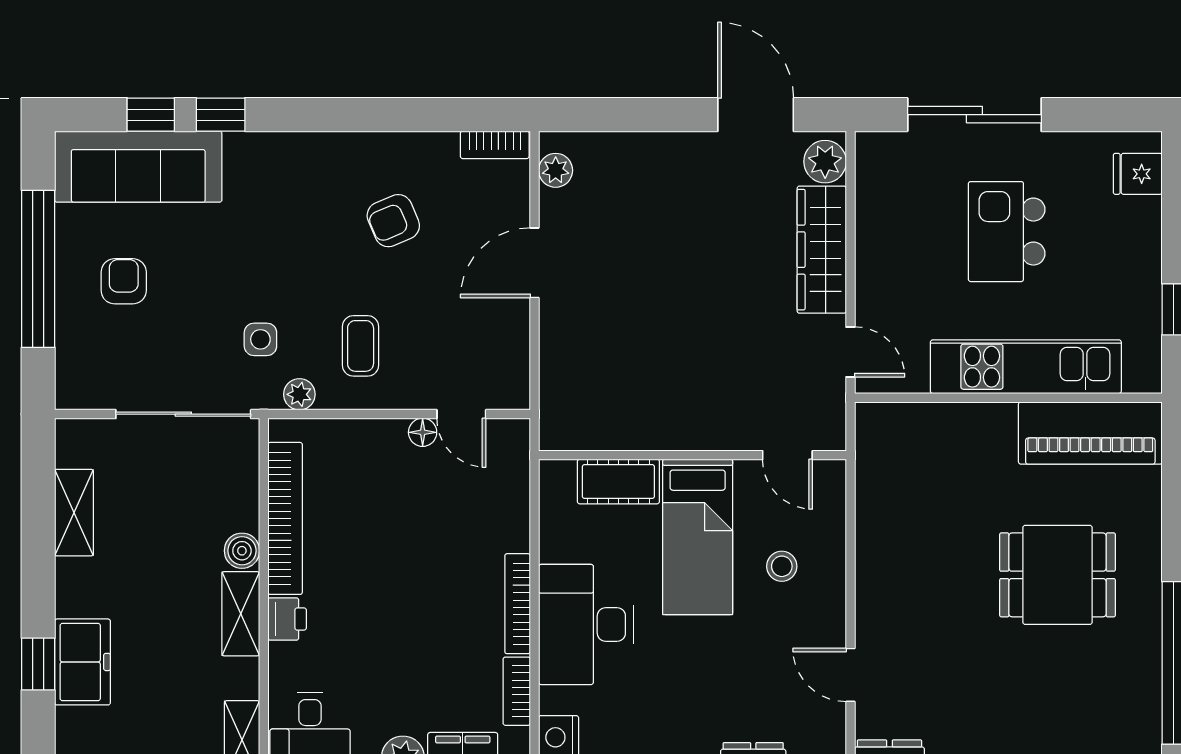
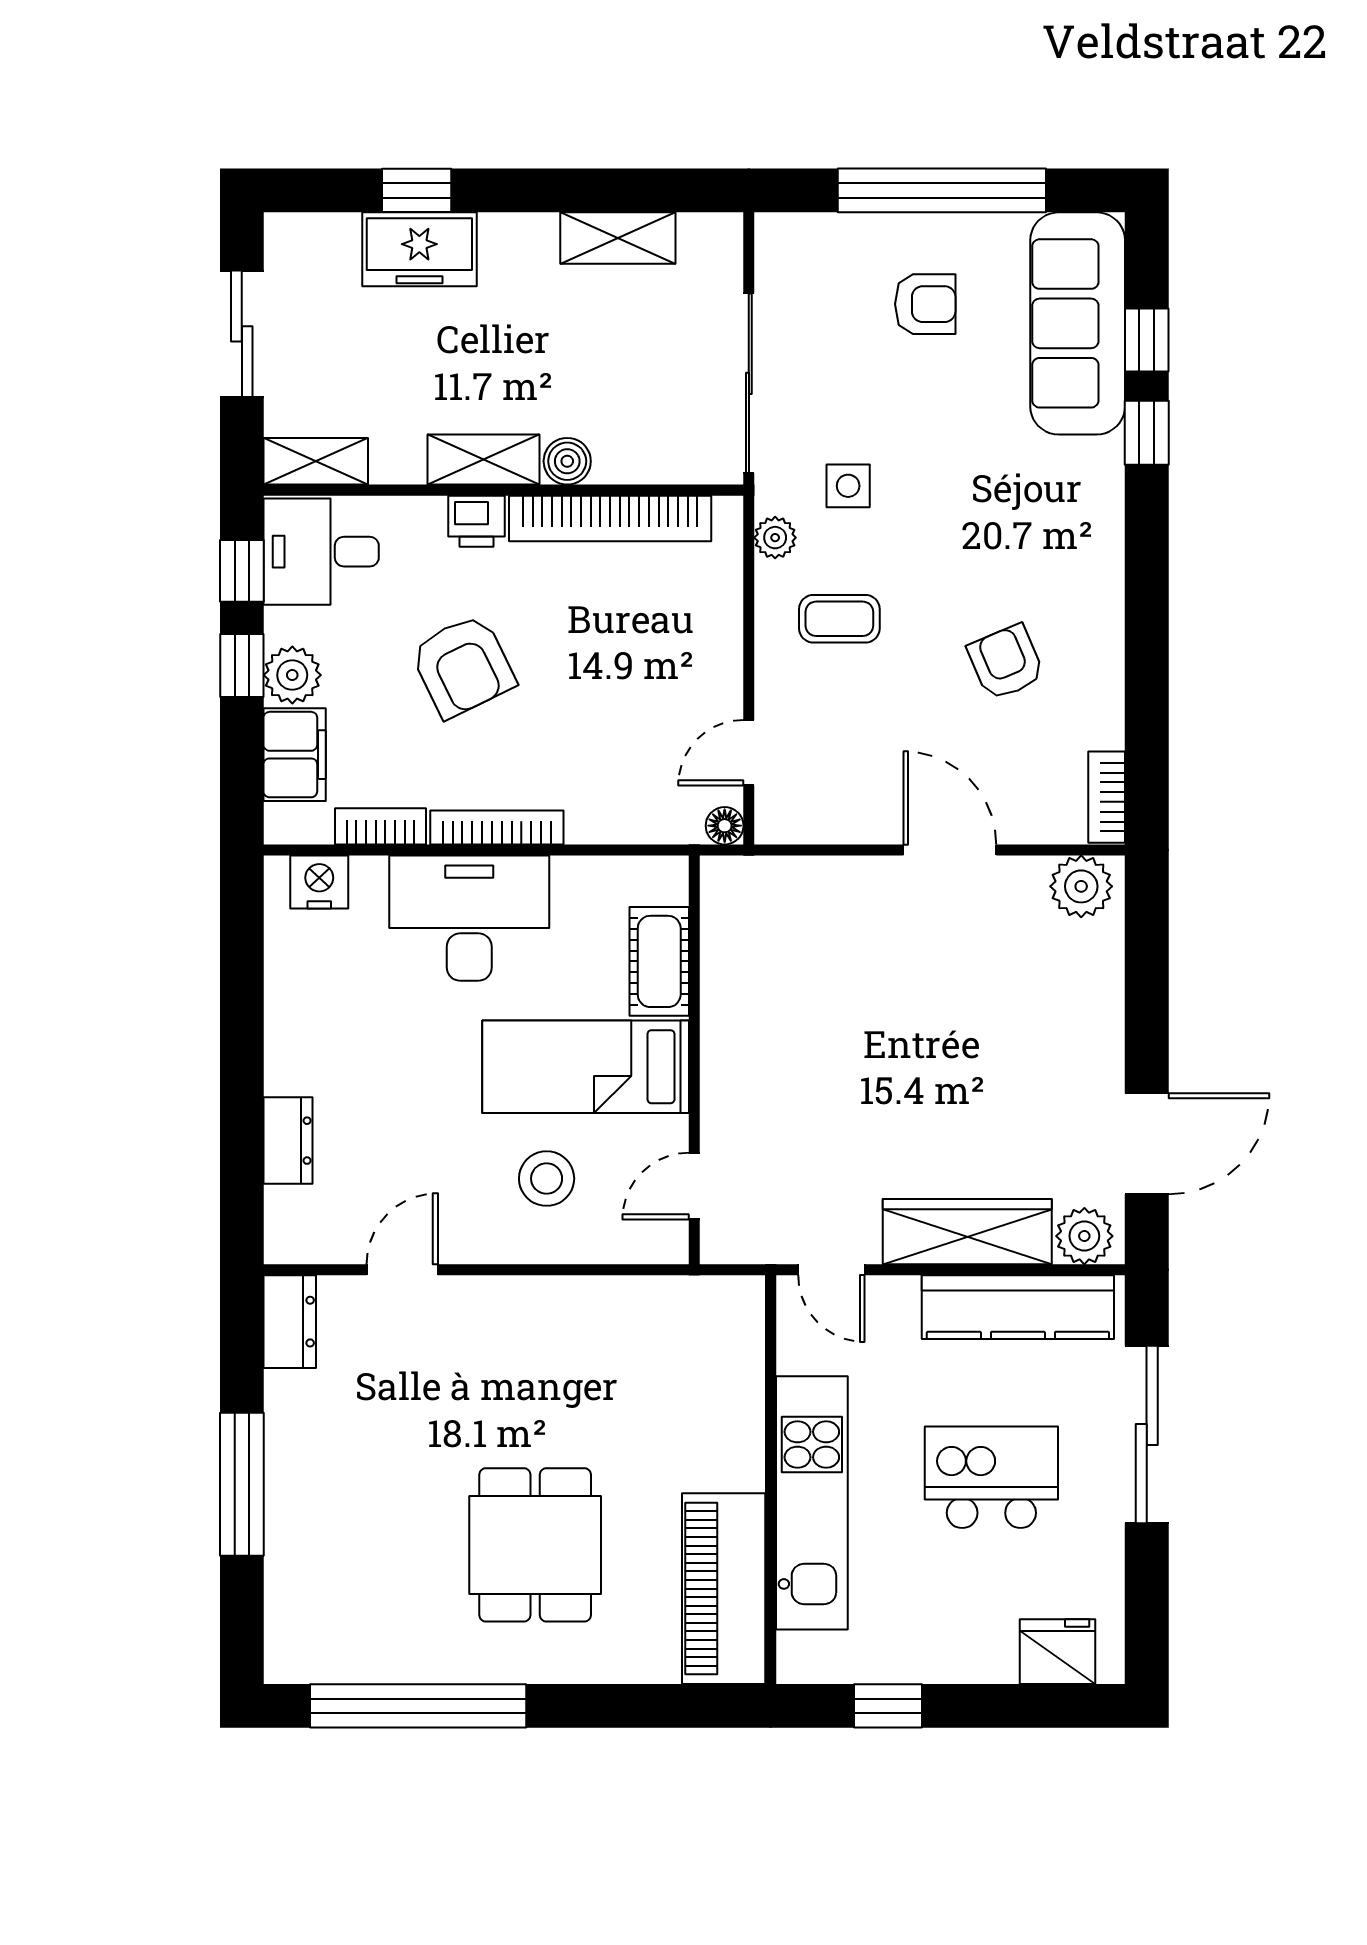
plant: (556, 170) -> (1081, 886), width x1.38, depth x1.38
fridge: (1138, 174) -> (1058, 1652), width x1.38
kitchen counter: (879, 212) -> (1018, 1307), added
door: (850, 352) -> (831, 1270), hinge flipped
floor lamp: (423, 432) -> (725, 826), moved
stool: (782, 566) -> (547, 1179), width x1.37, depth x1.37
armchair: (396, 629) -> (463, 666), added

